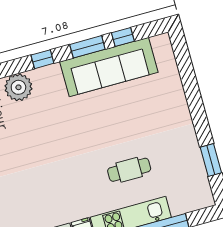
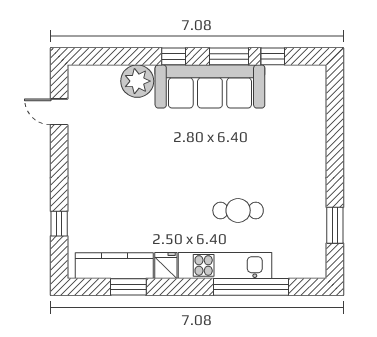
sofa: (109, 67) -> (210, 86), moved

